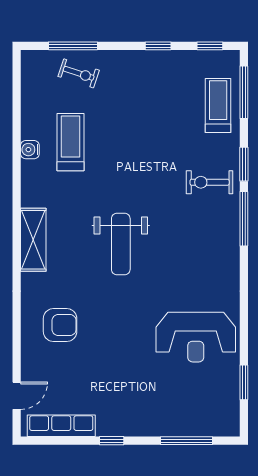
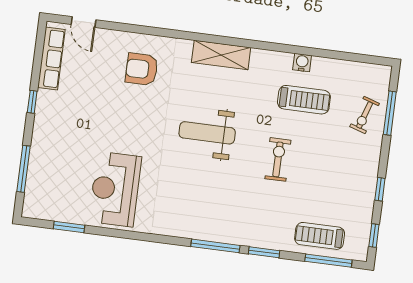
treadmill: (218, 106) -> (320, 236), turned 180
exercise bike: (210, 182) -> (278, 159), moved
armchair: (60, 325) -> (142, 69), turned 90

